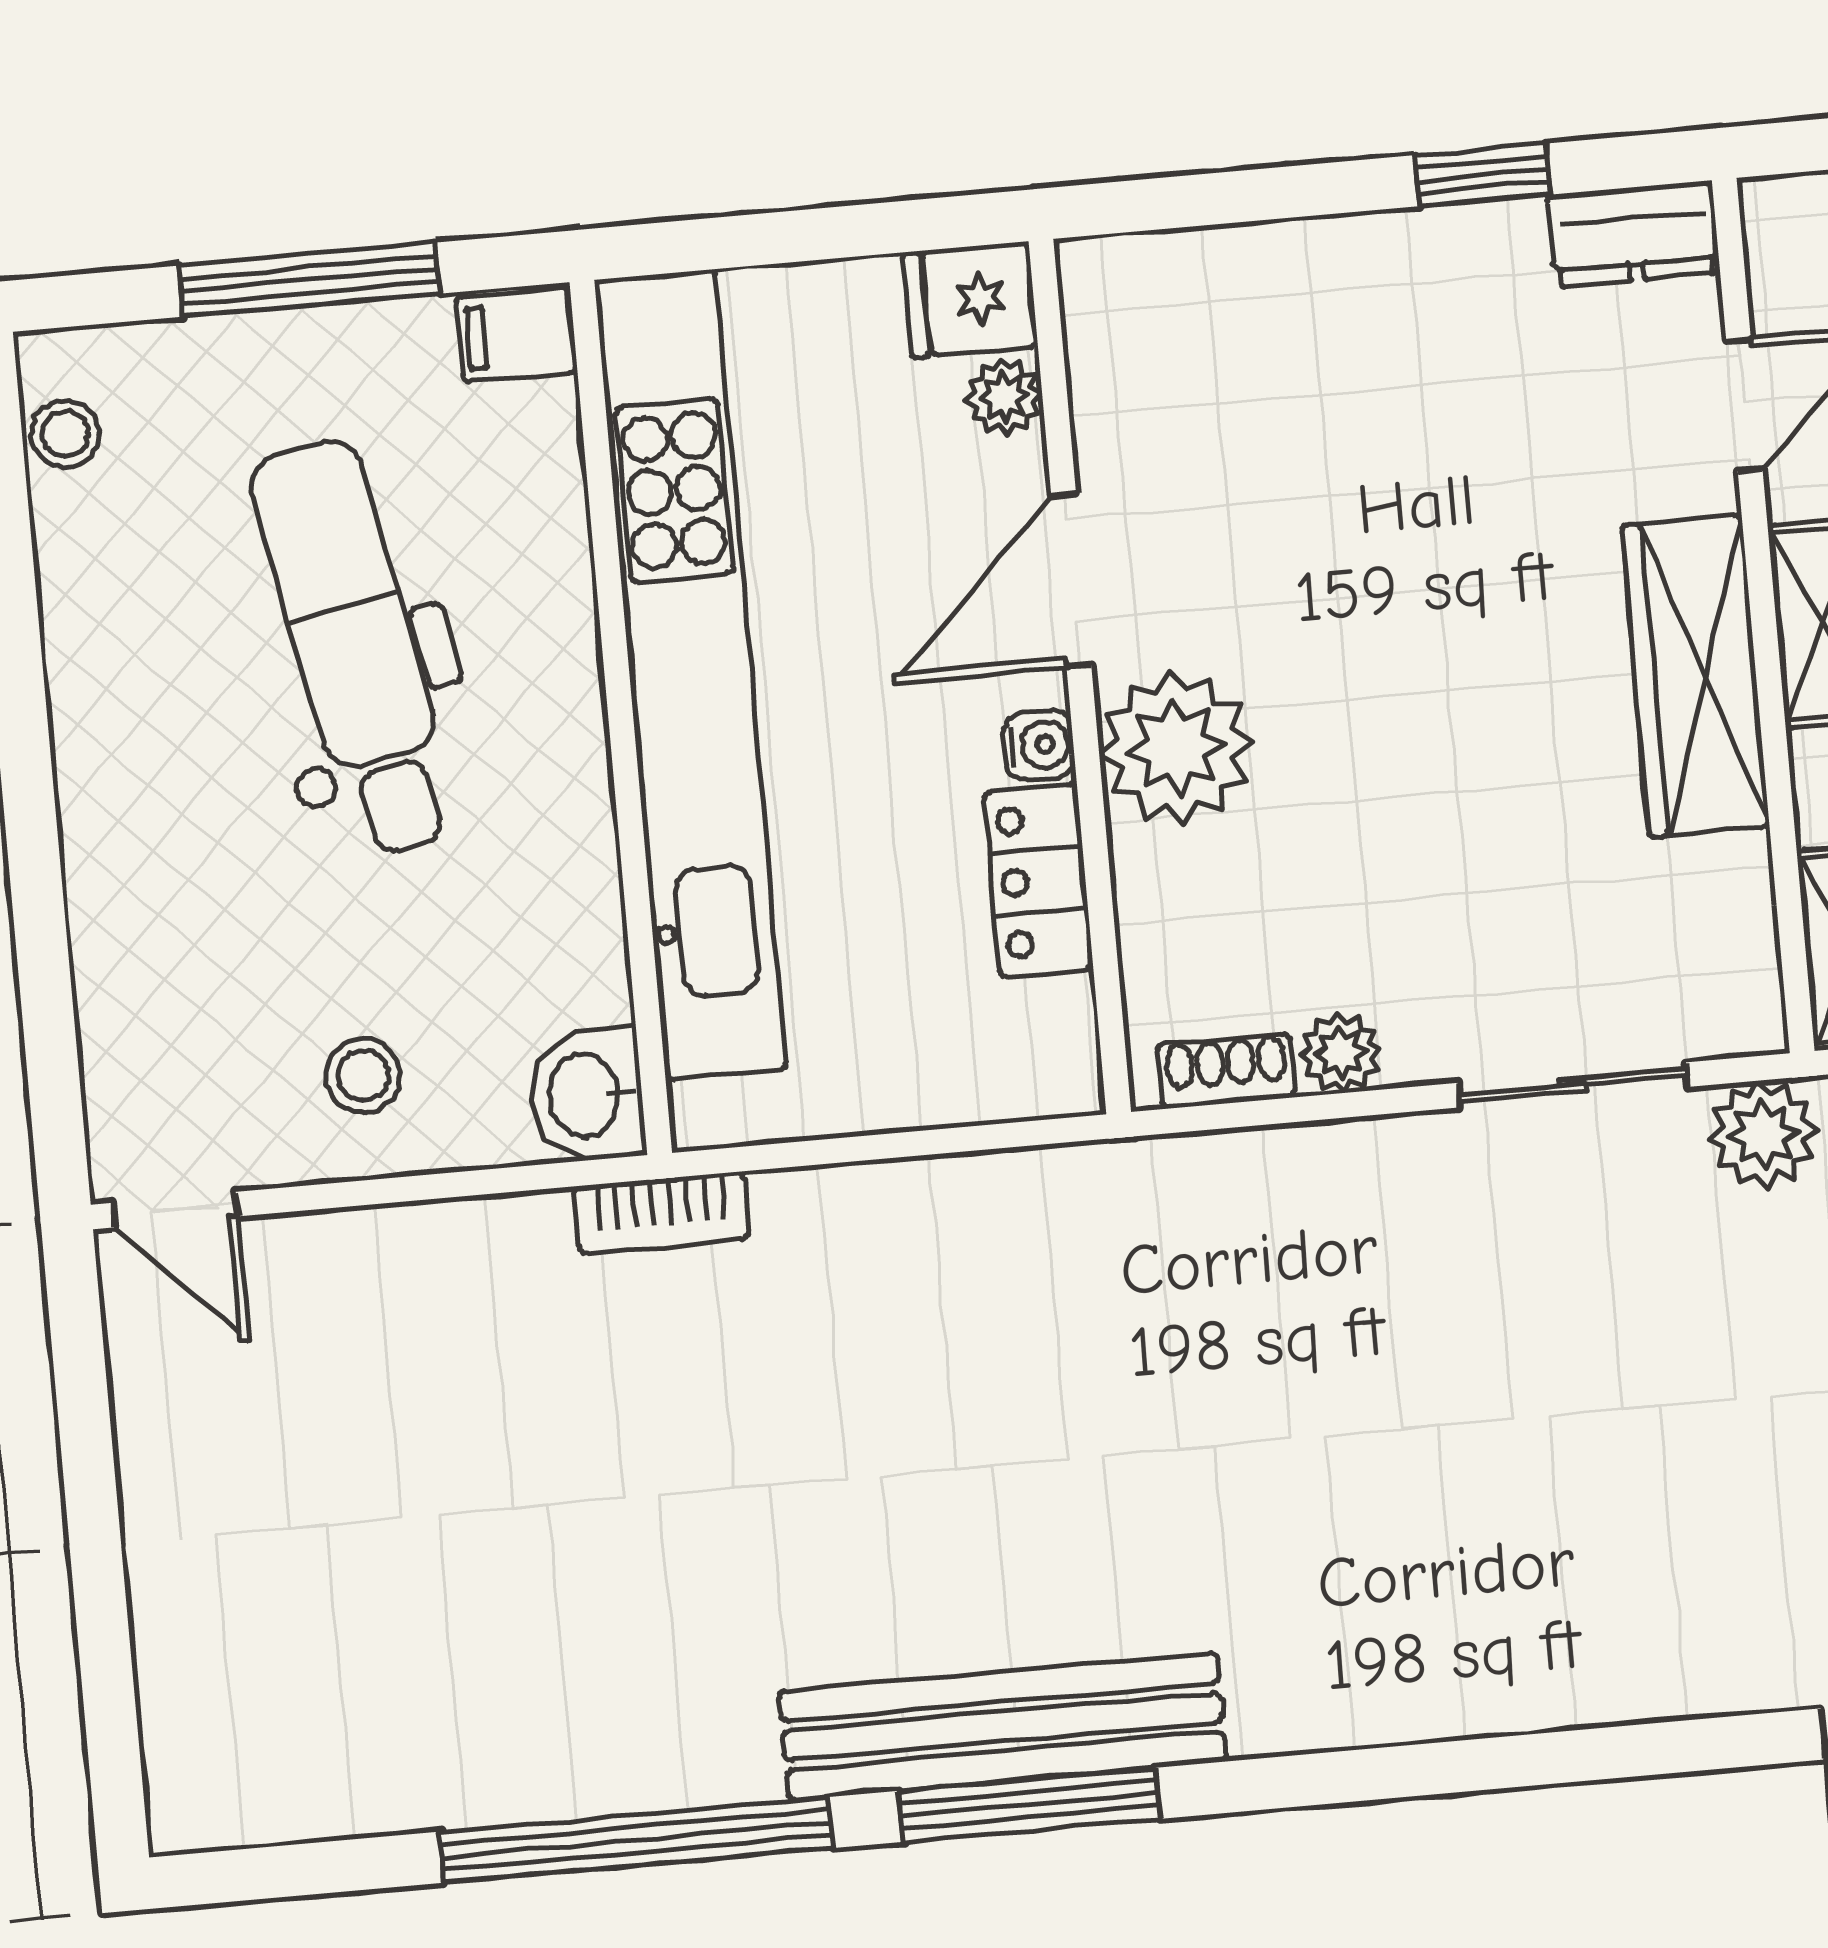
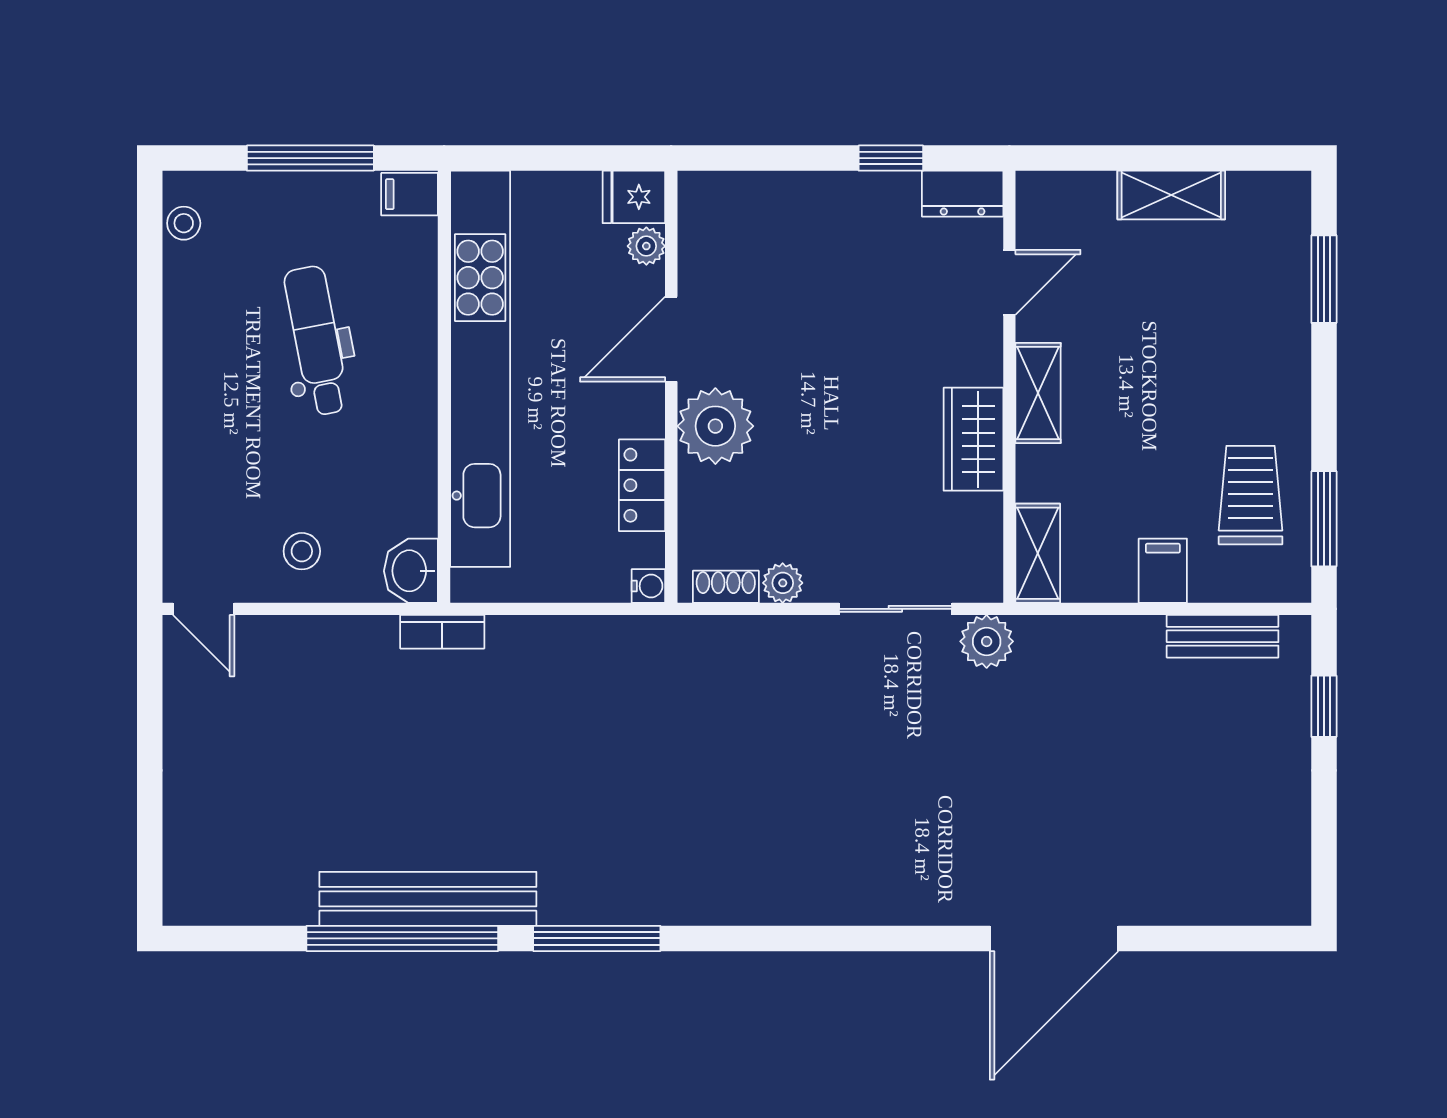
dental chair: (355, 647) -> (317, 341), width x0.73, depth x0.72
wardrobe: (1695, 676) -> (973, 439), width x0.67
water cooler: (1039, 745) -> (648, 586), moved
bench: (1003, 1726) -> (428, 899), moved

